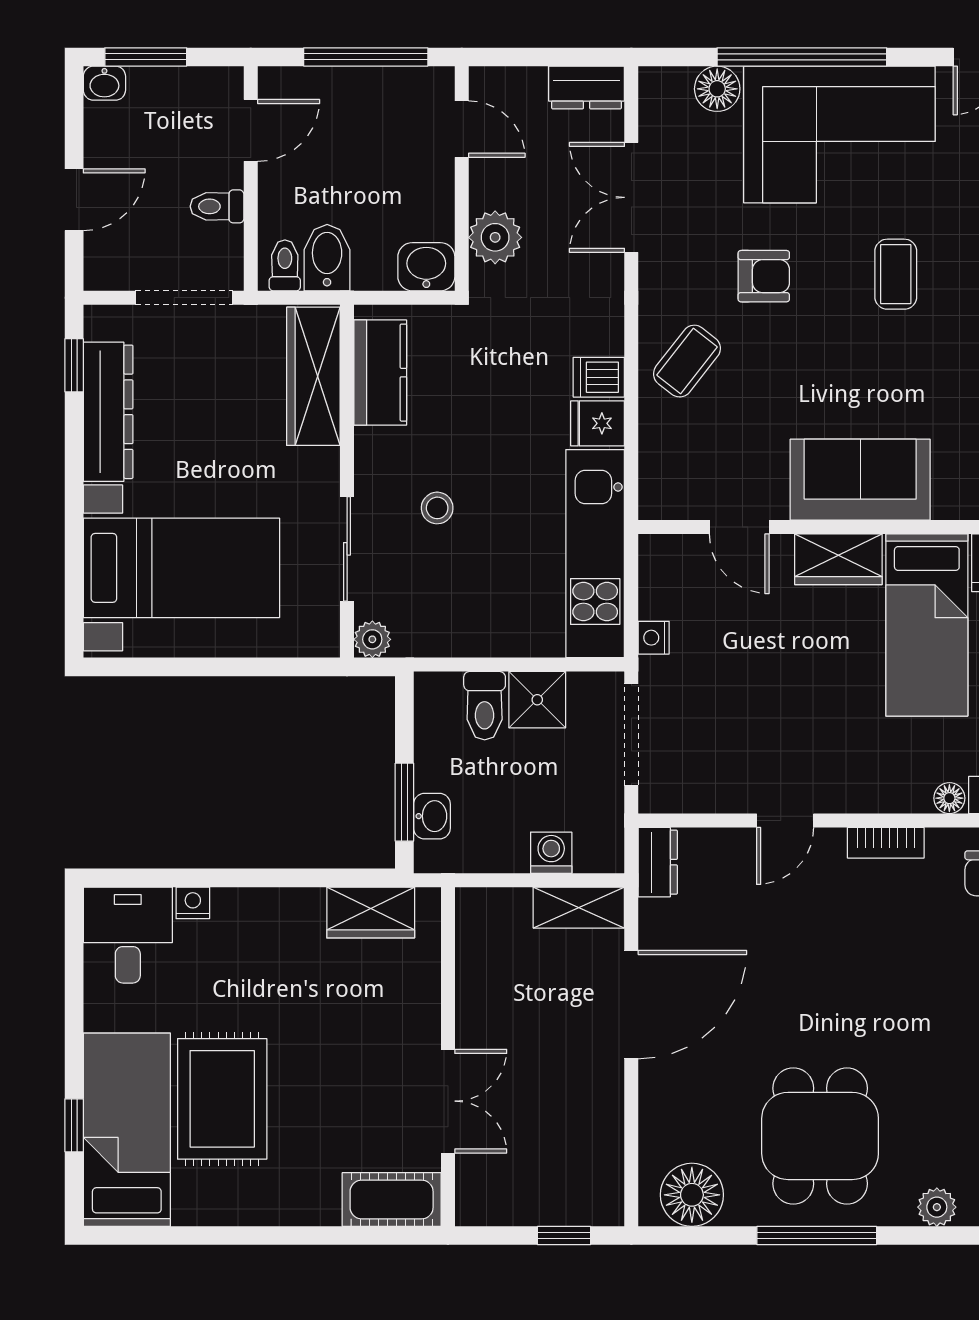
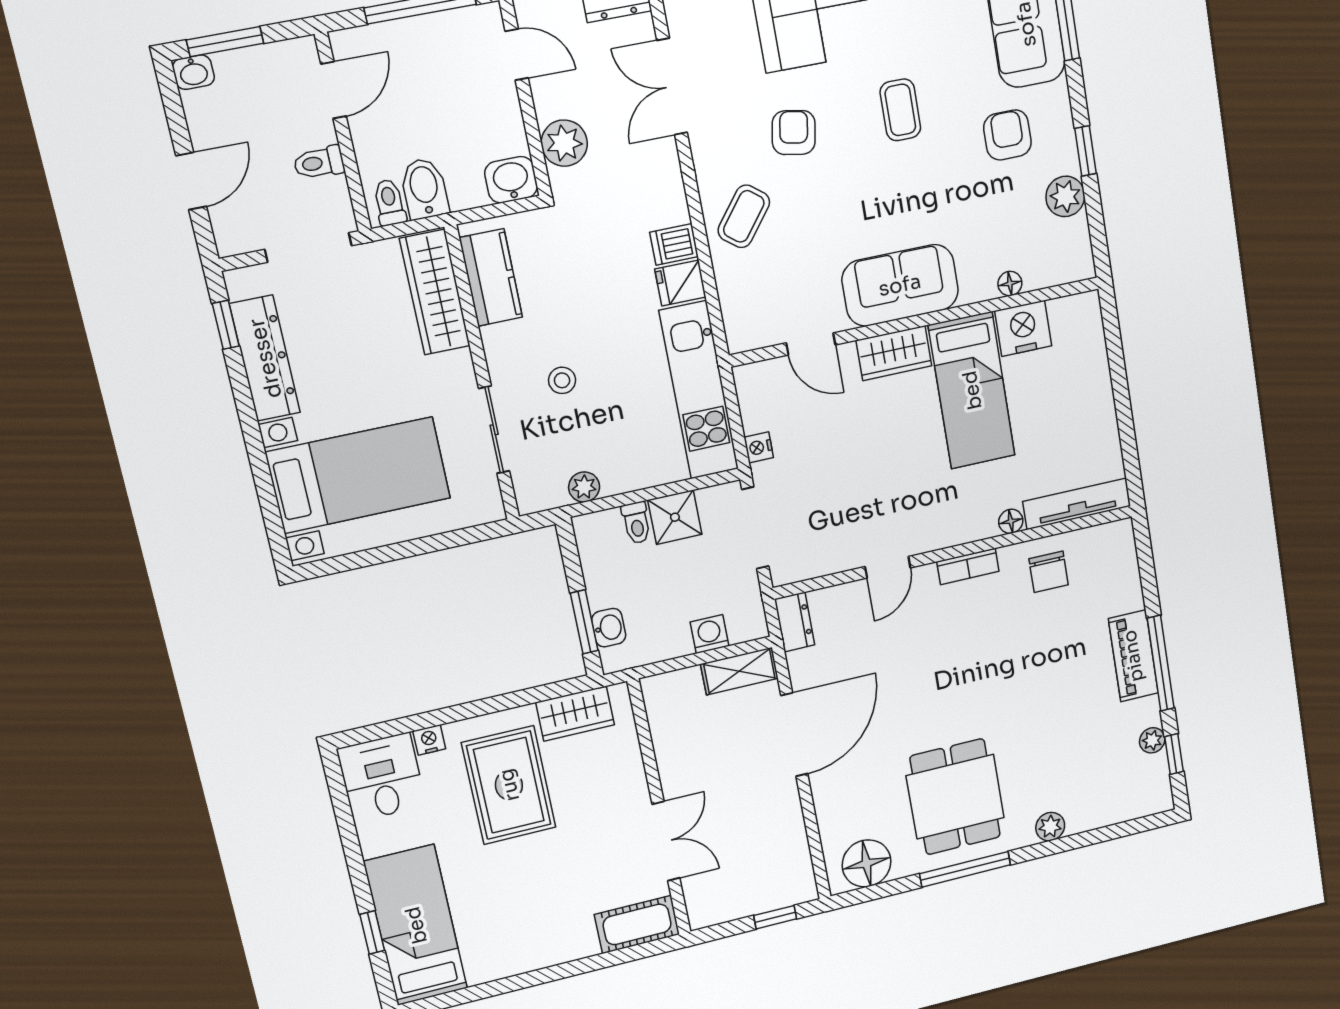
armchair: (764, 276) -> (794, 133), turned -80
plant: (372, 639) -> (584, 487), moved
toilet: (485, 706) -> (636, 523), width x0.73, depth x0.72
rug: (222, 1099) -> (509, 785), moved

